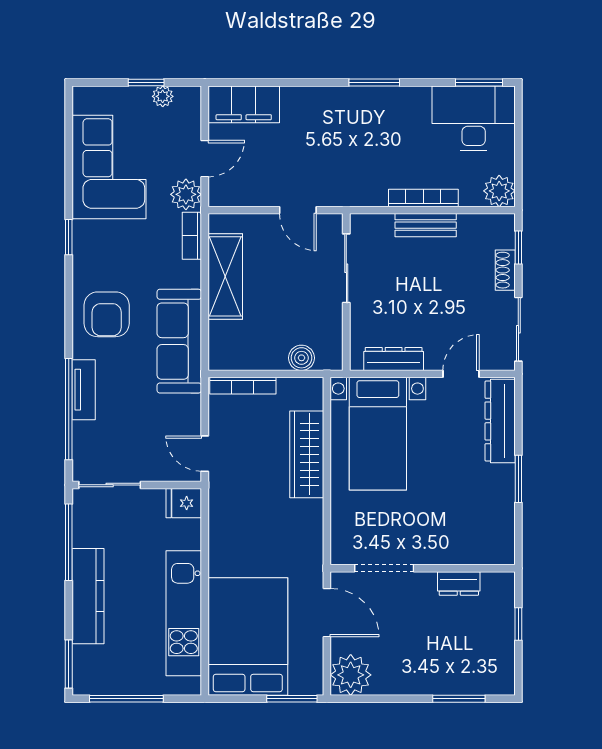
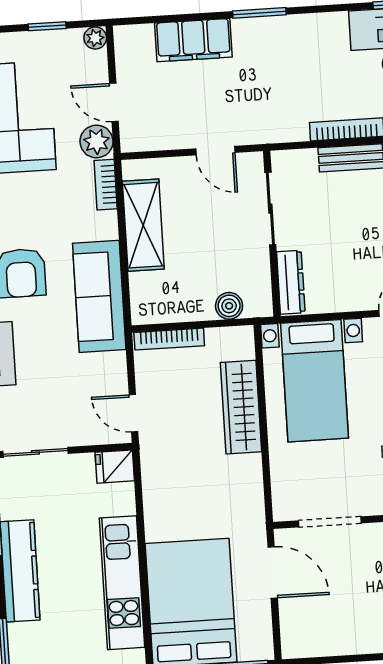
window: (374, 82) -> (259, 13), moved
plant: (163, 96) -> (95, 38), moved
filing cabinet: (244, 104) -> (193, 40), moved
door: (205, 159) -> (114, 102), swing flipped
dresser: (394, 359) -> (291, 282), moved, turned 90
plant: (351, 675) -> (302, 636), removed

